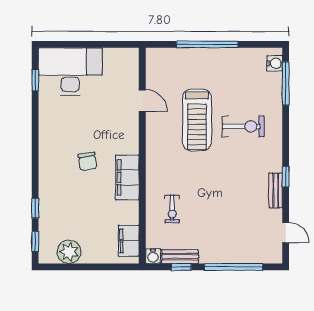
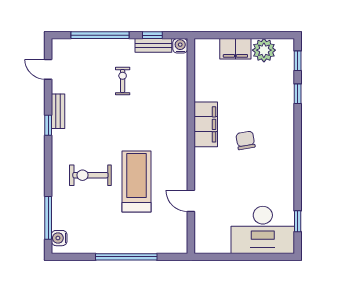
exercise bike: (172, 209) -> (123, 81), moved
filing cabinet: (129, 241) -> (235, 49), moved, turned 90

